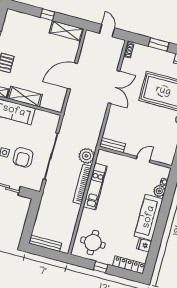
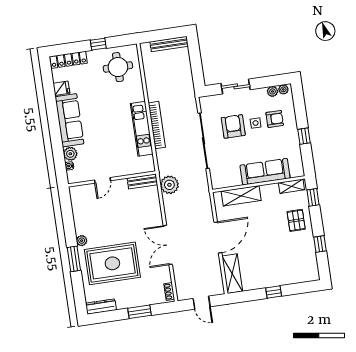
shelving: (67, 31) -> (232, 274), moved, turned 90
shelving: (25, 97) -> (241, 196), moved
plant: (86, 156) -> (169, 185), moved

